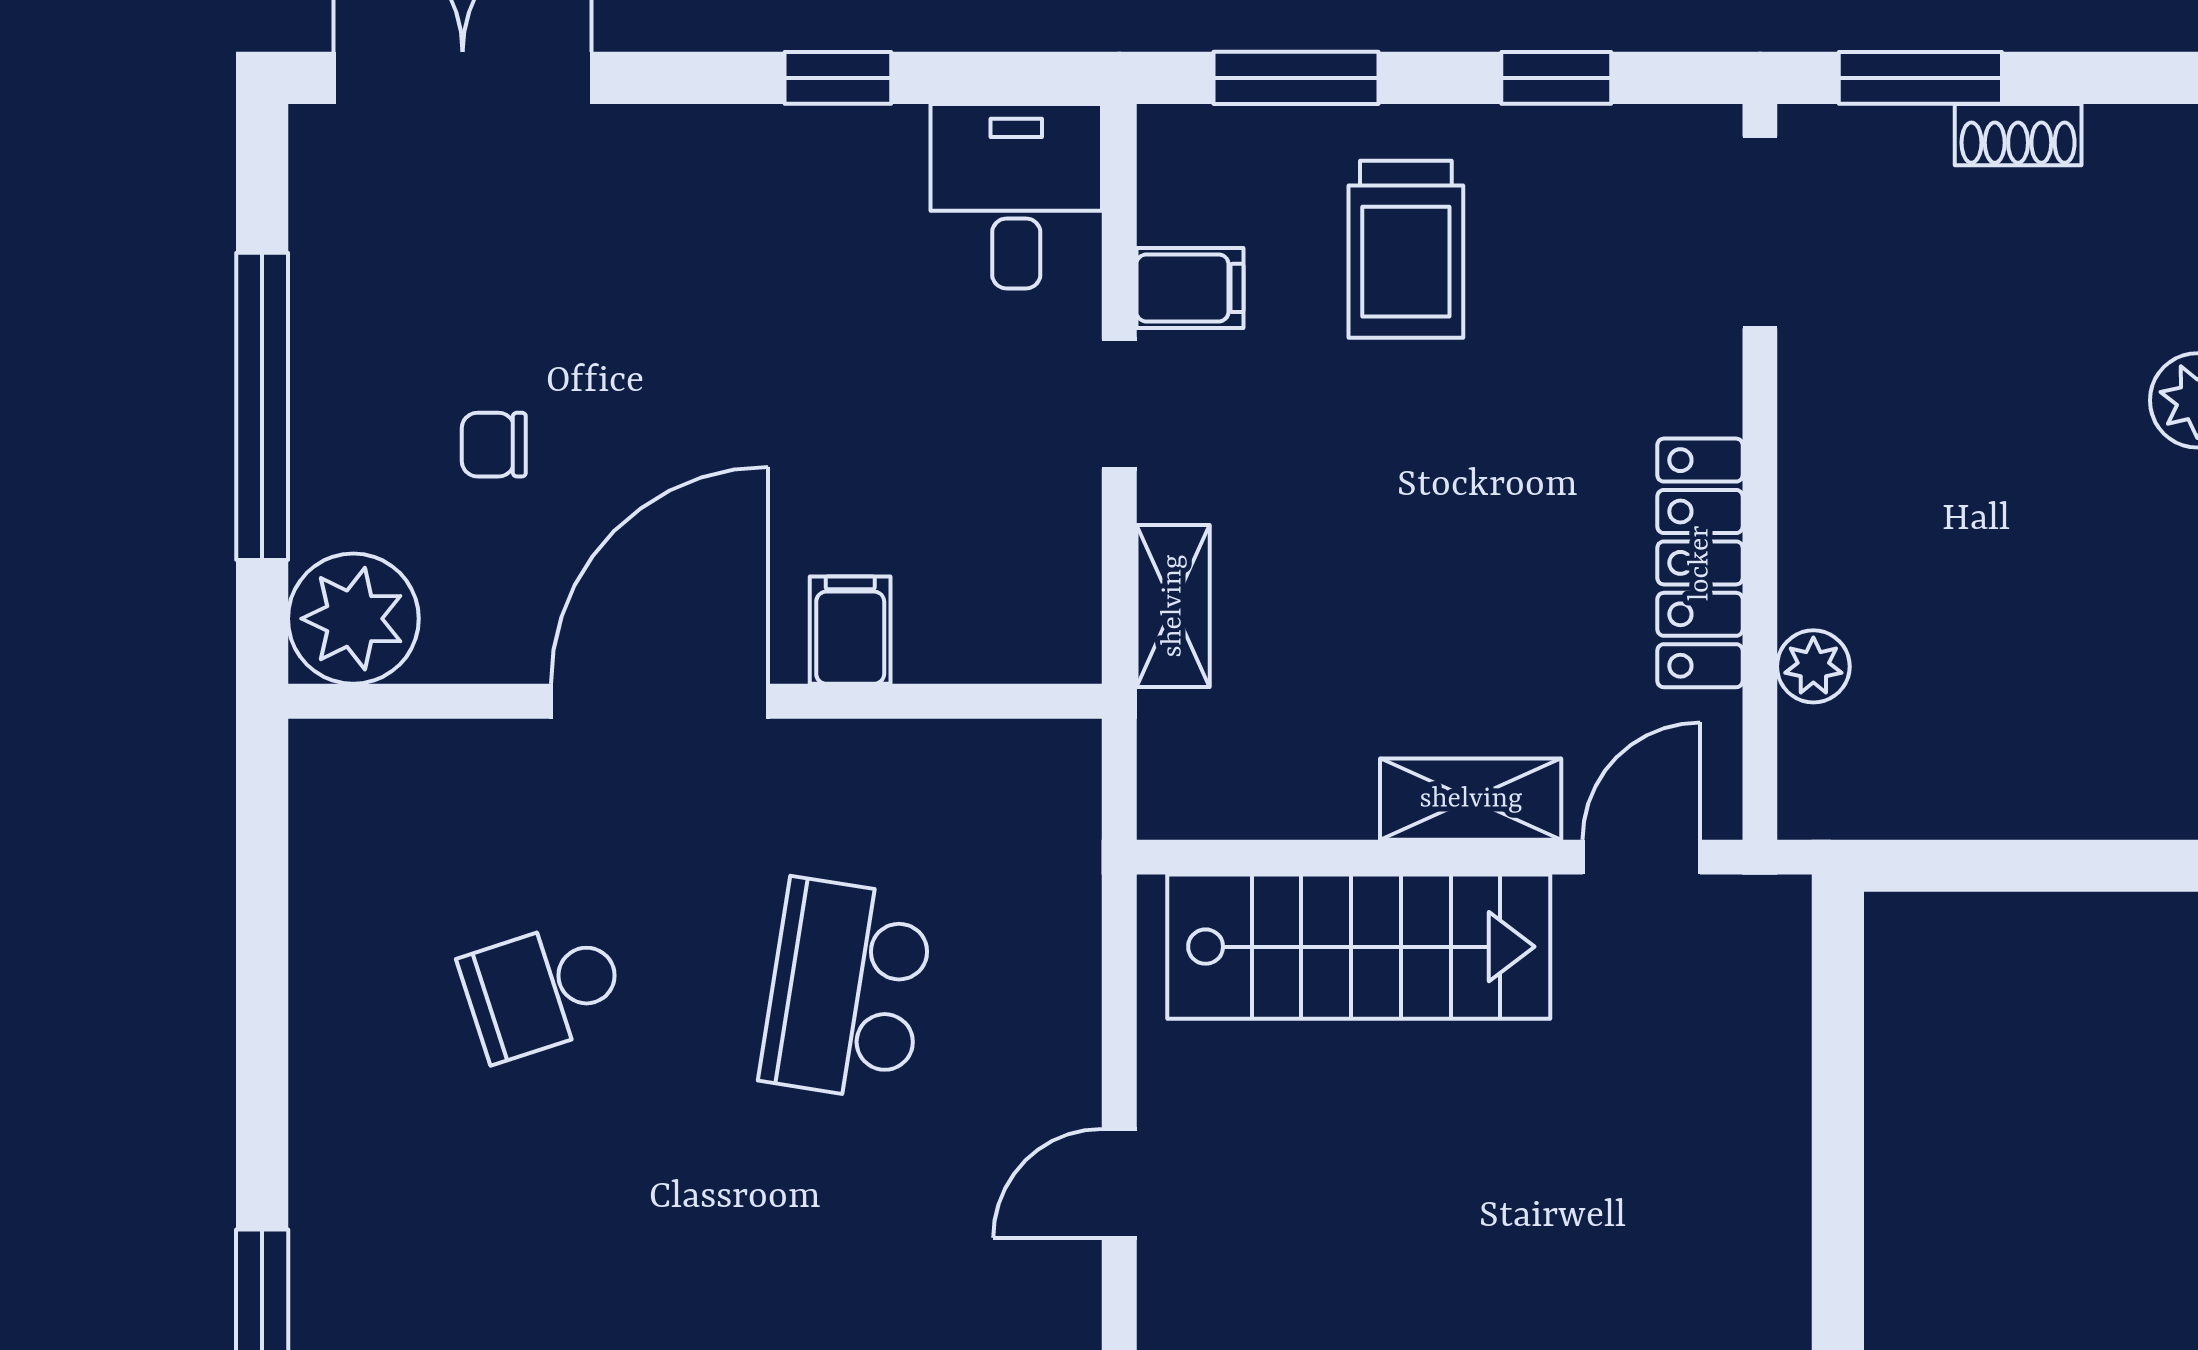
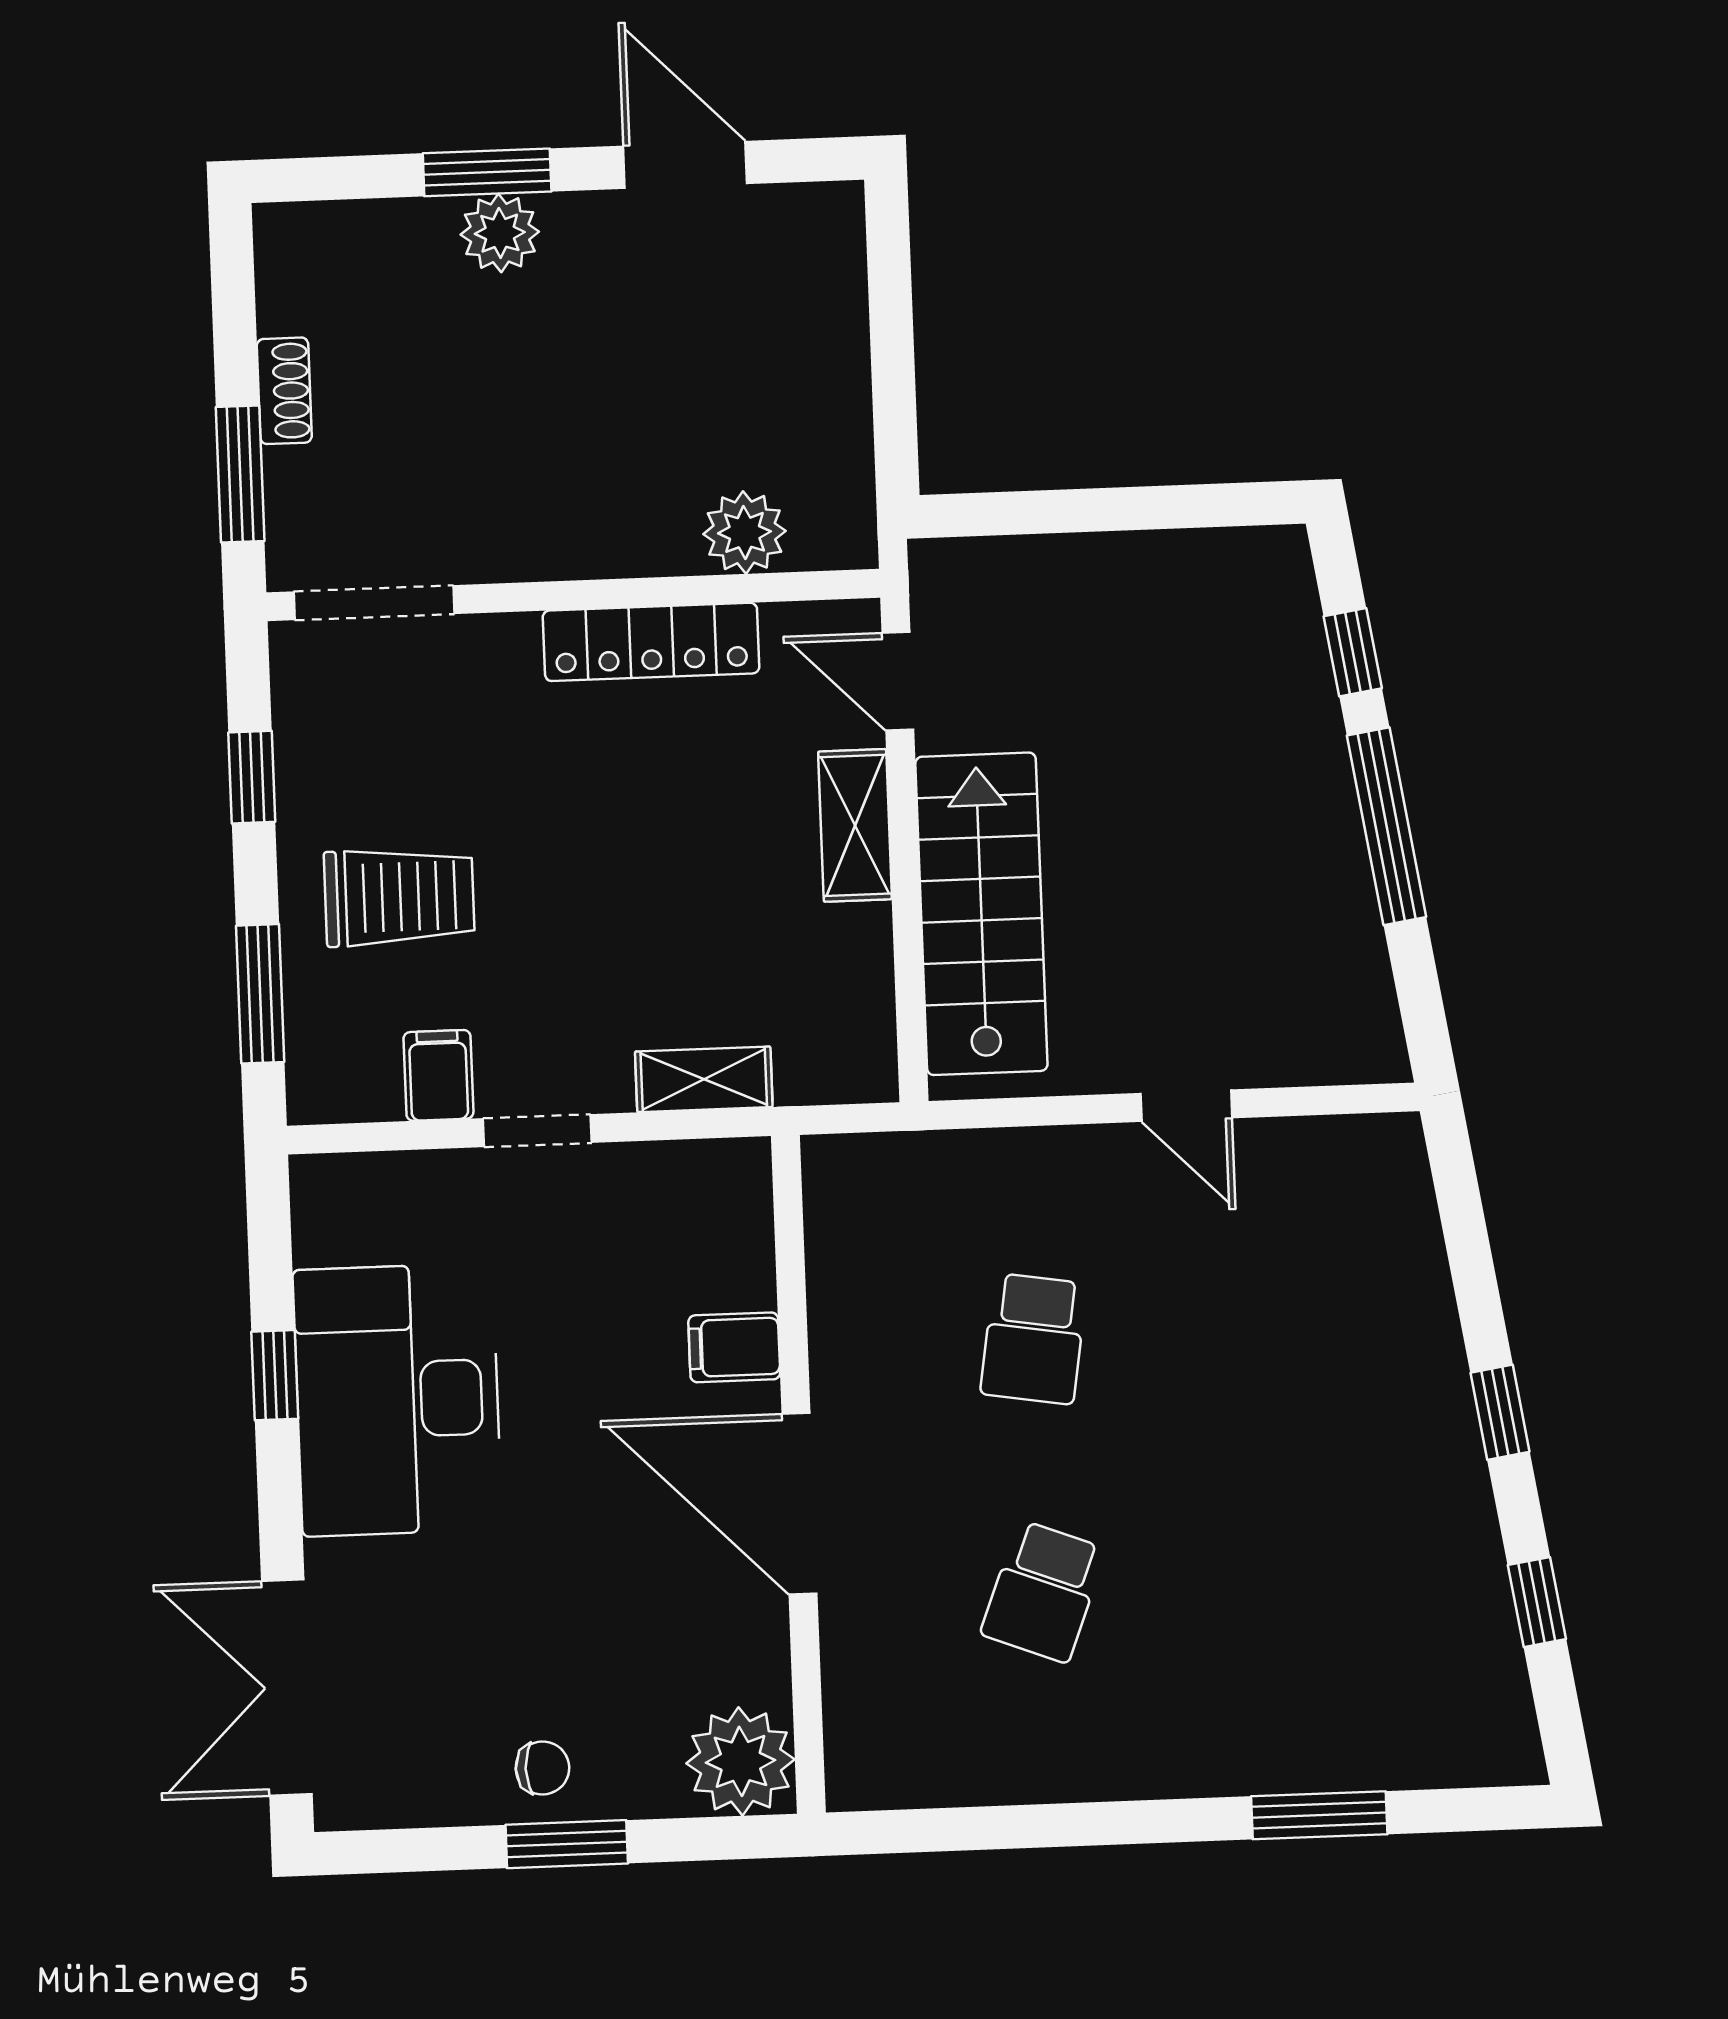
desk: (1016, 196) -> (397, 1400), moved, width x1.87, depth x1.30
window: (262, 406) -> (567, 1844), width x0.47
chair: (494, 445) -> (542, 1768), moved, turned -90
plant: (1813, 666) -> (744, 532), width x1.38, depth x1.38
school desk: (543, 990) -> (1043, 1591), turned 39
school desk: (847, 990) -> (1034, 1339), width x0.54

